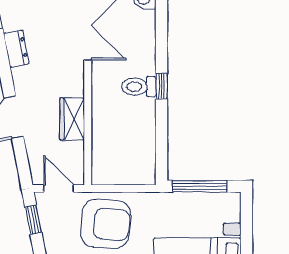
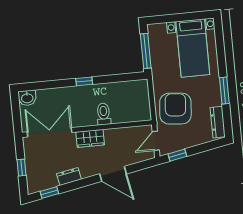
toilet: (139, 87) -> (104, 114), moved, turned 180
wardrobe: (72, 119) -> (90, 138), moved

